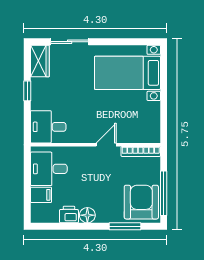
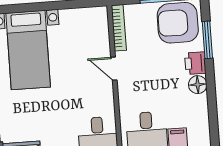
printer: (69, 215) -> (195, 63), moved

